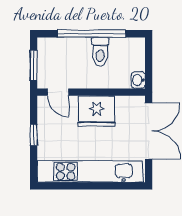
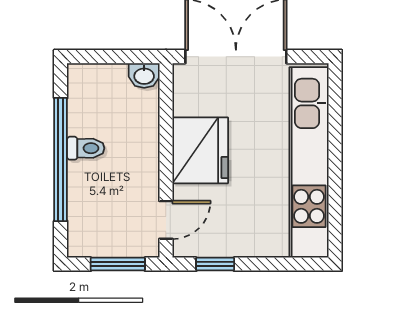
toilet: (100, 52) -> (86, 148), width x0.73, depth x0.72
window: (34, 135) -> (215, 264), moved

